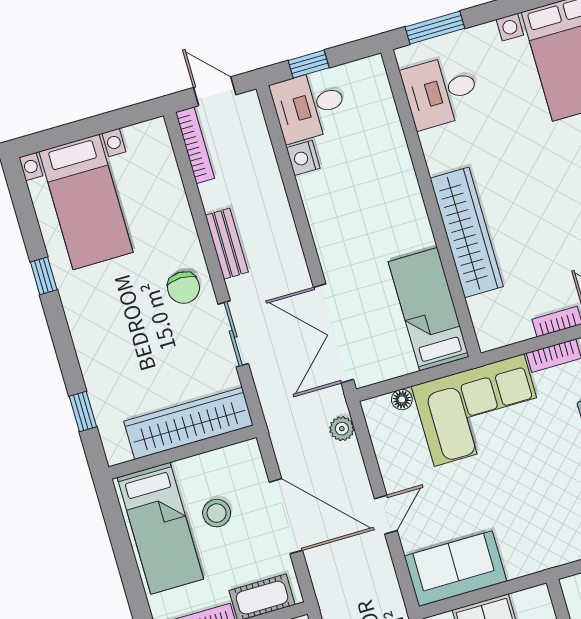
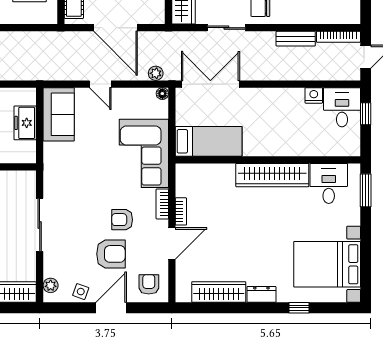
wardrobe: (467, 232) -> (272, 175), moved
bench: (227, 244) -> (296, 39), moved
floor lamp: (402, 400) -> (162, 94), moved
door: (286, 516) -> (116, 28), hinge flipped

